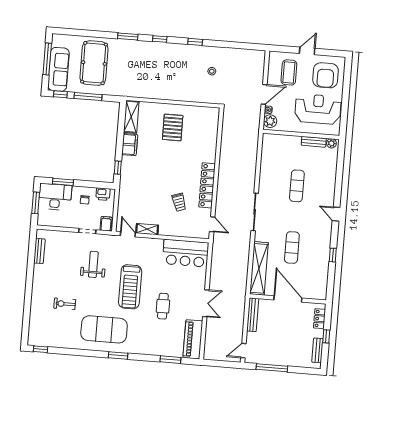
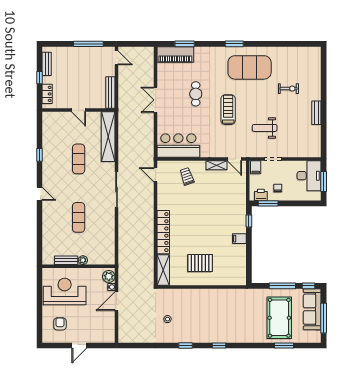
window: (128, 36) -> (284, 345), moved
coffee table: (289, 72) -> (95, 324), removed
armchair: (326, 75) -> (60, 324), width x0.53, depth x0.53
reception desk: (318, 109) -> (65, 291), turned 180
shelving: (131, 117) -> (163, 270), moved
pallet: (173, 127) -> (200, 263), turned 90
plant: (331, 143) -> (83, 260), moved
filing cabinet: (130, 145) -> (239, 239), width x0.50
window: (63, 182) -> (268, 203), moved
locker: (207, 185) -> (163, 232), moved
desk: (55, 197) -> (309, 176), moved, turned -90
trolley: (179, 202) -> (187, 176), moved
bench: (39, 251) -> (316, 113), moved
weight bench: (93, 264) -> (265, 128), turned 90
treadmill: (130, 287) -> (228, 110), width x0.73, depth x0.73
door: (288, 299) -> (79, 110), width x0.53
piano: (193, 339) -> (175, 55), moved, turned 90
window: (41, 349) -> (308, 44), removed
door: (243, 351) -> (117, 58), hinge flipped

